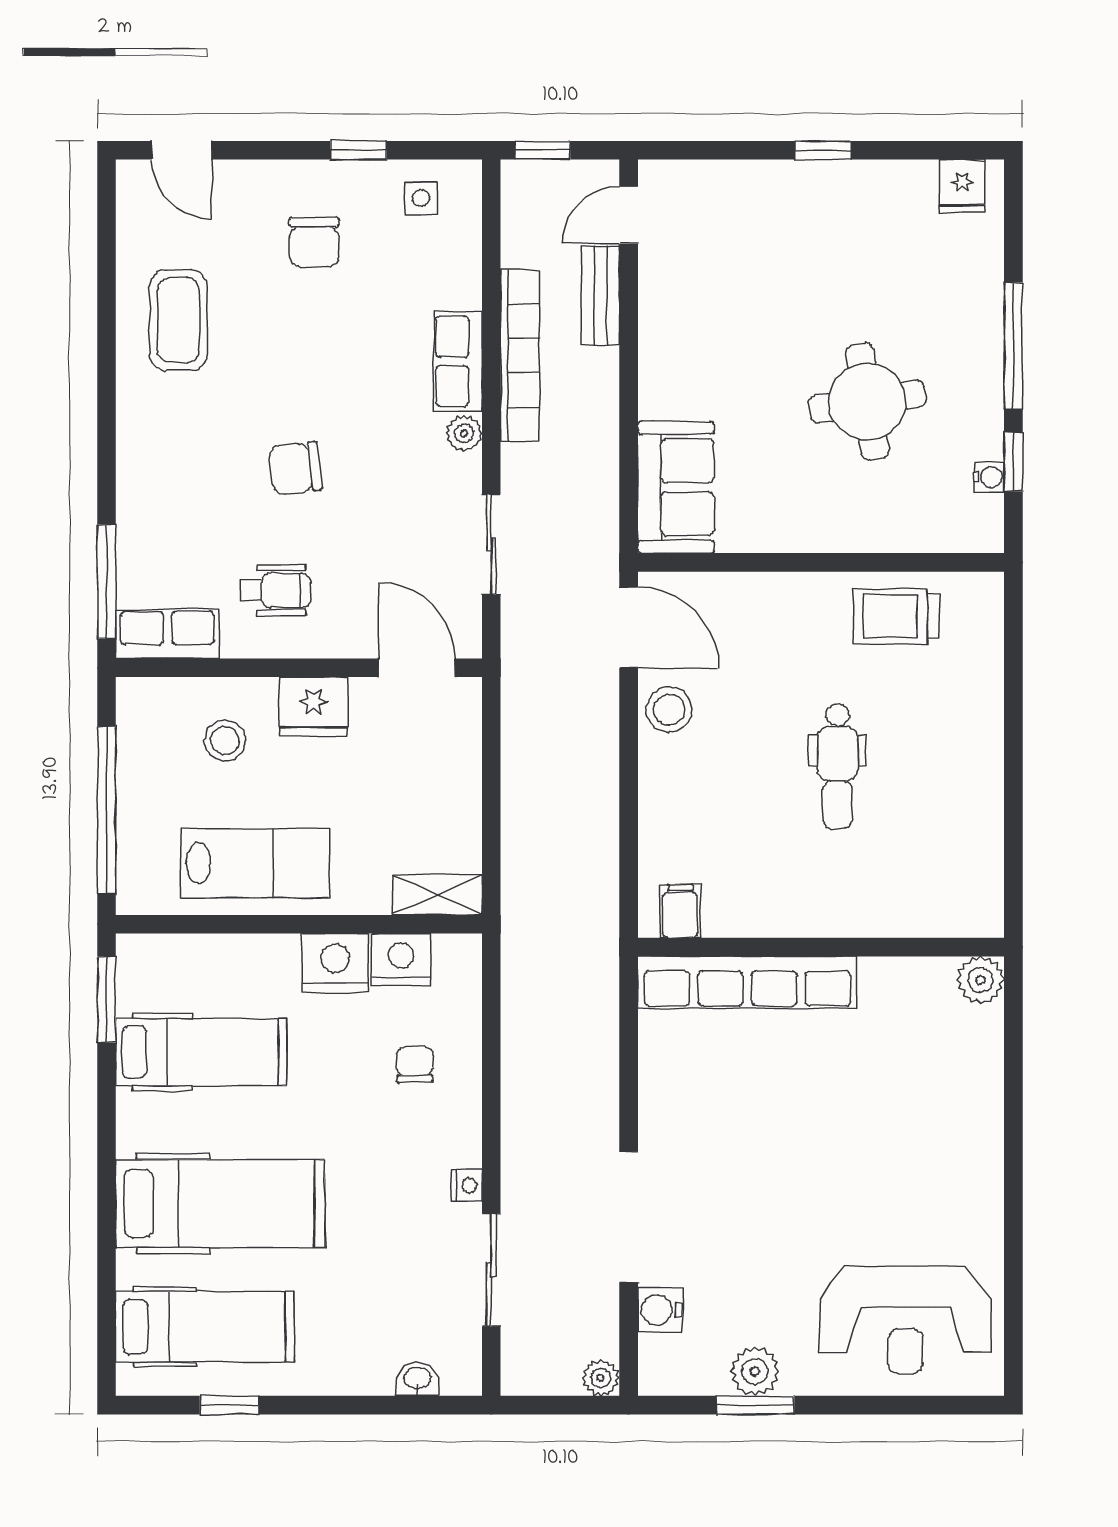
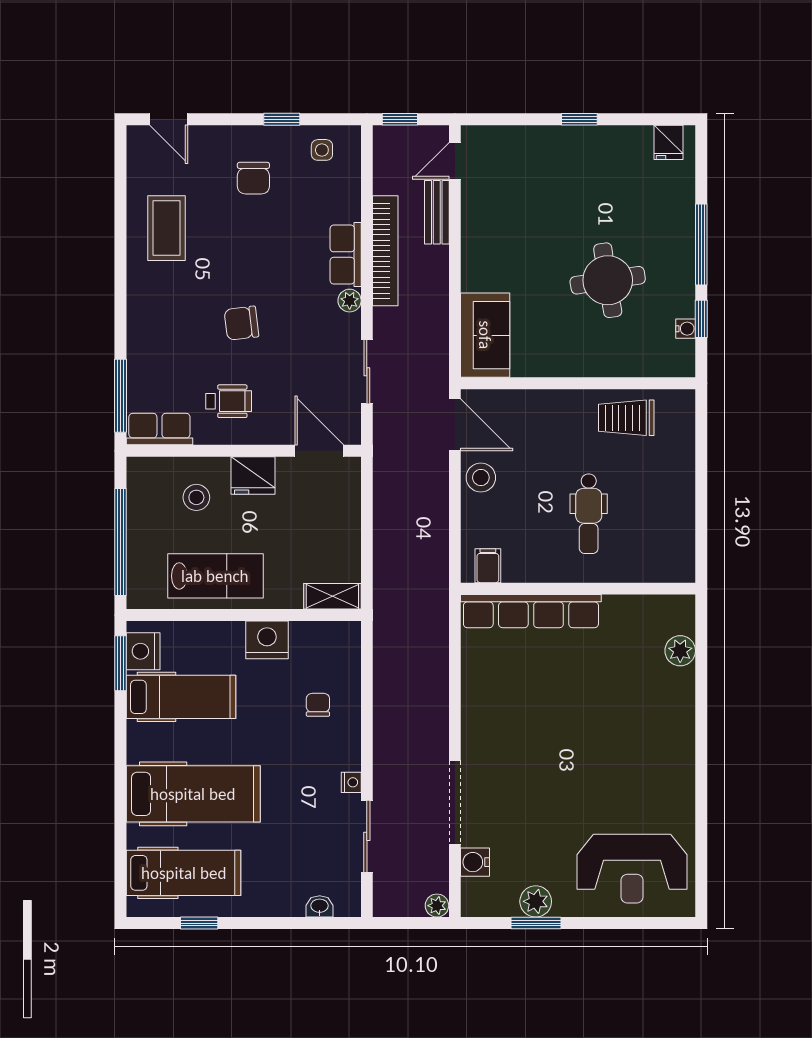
filing cabinet: (680, 911) -> (488, 566), moved
wall: (821, 947) -> (578, 589), moved
nightstand: (401, 960) -> (143, 651), moved, turned -90
row of seats: (747, 982) -> (531, 611), moved

